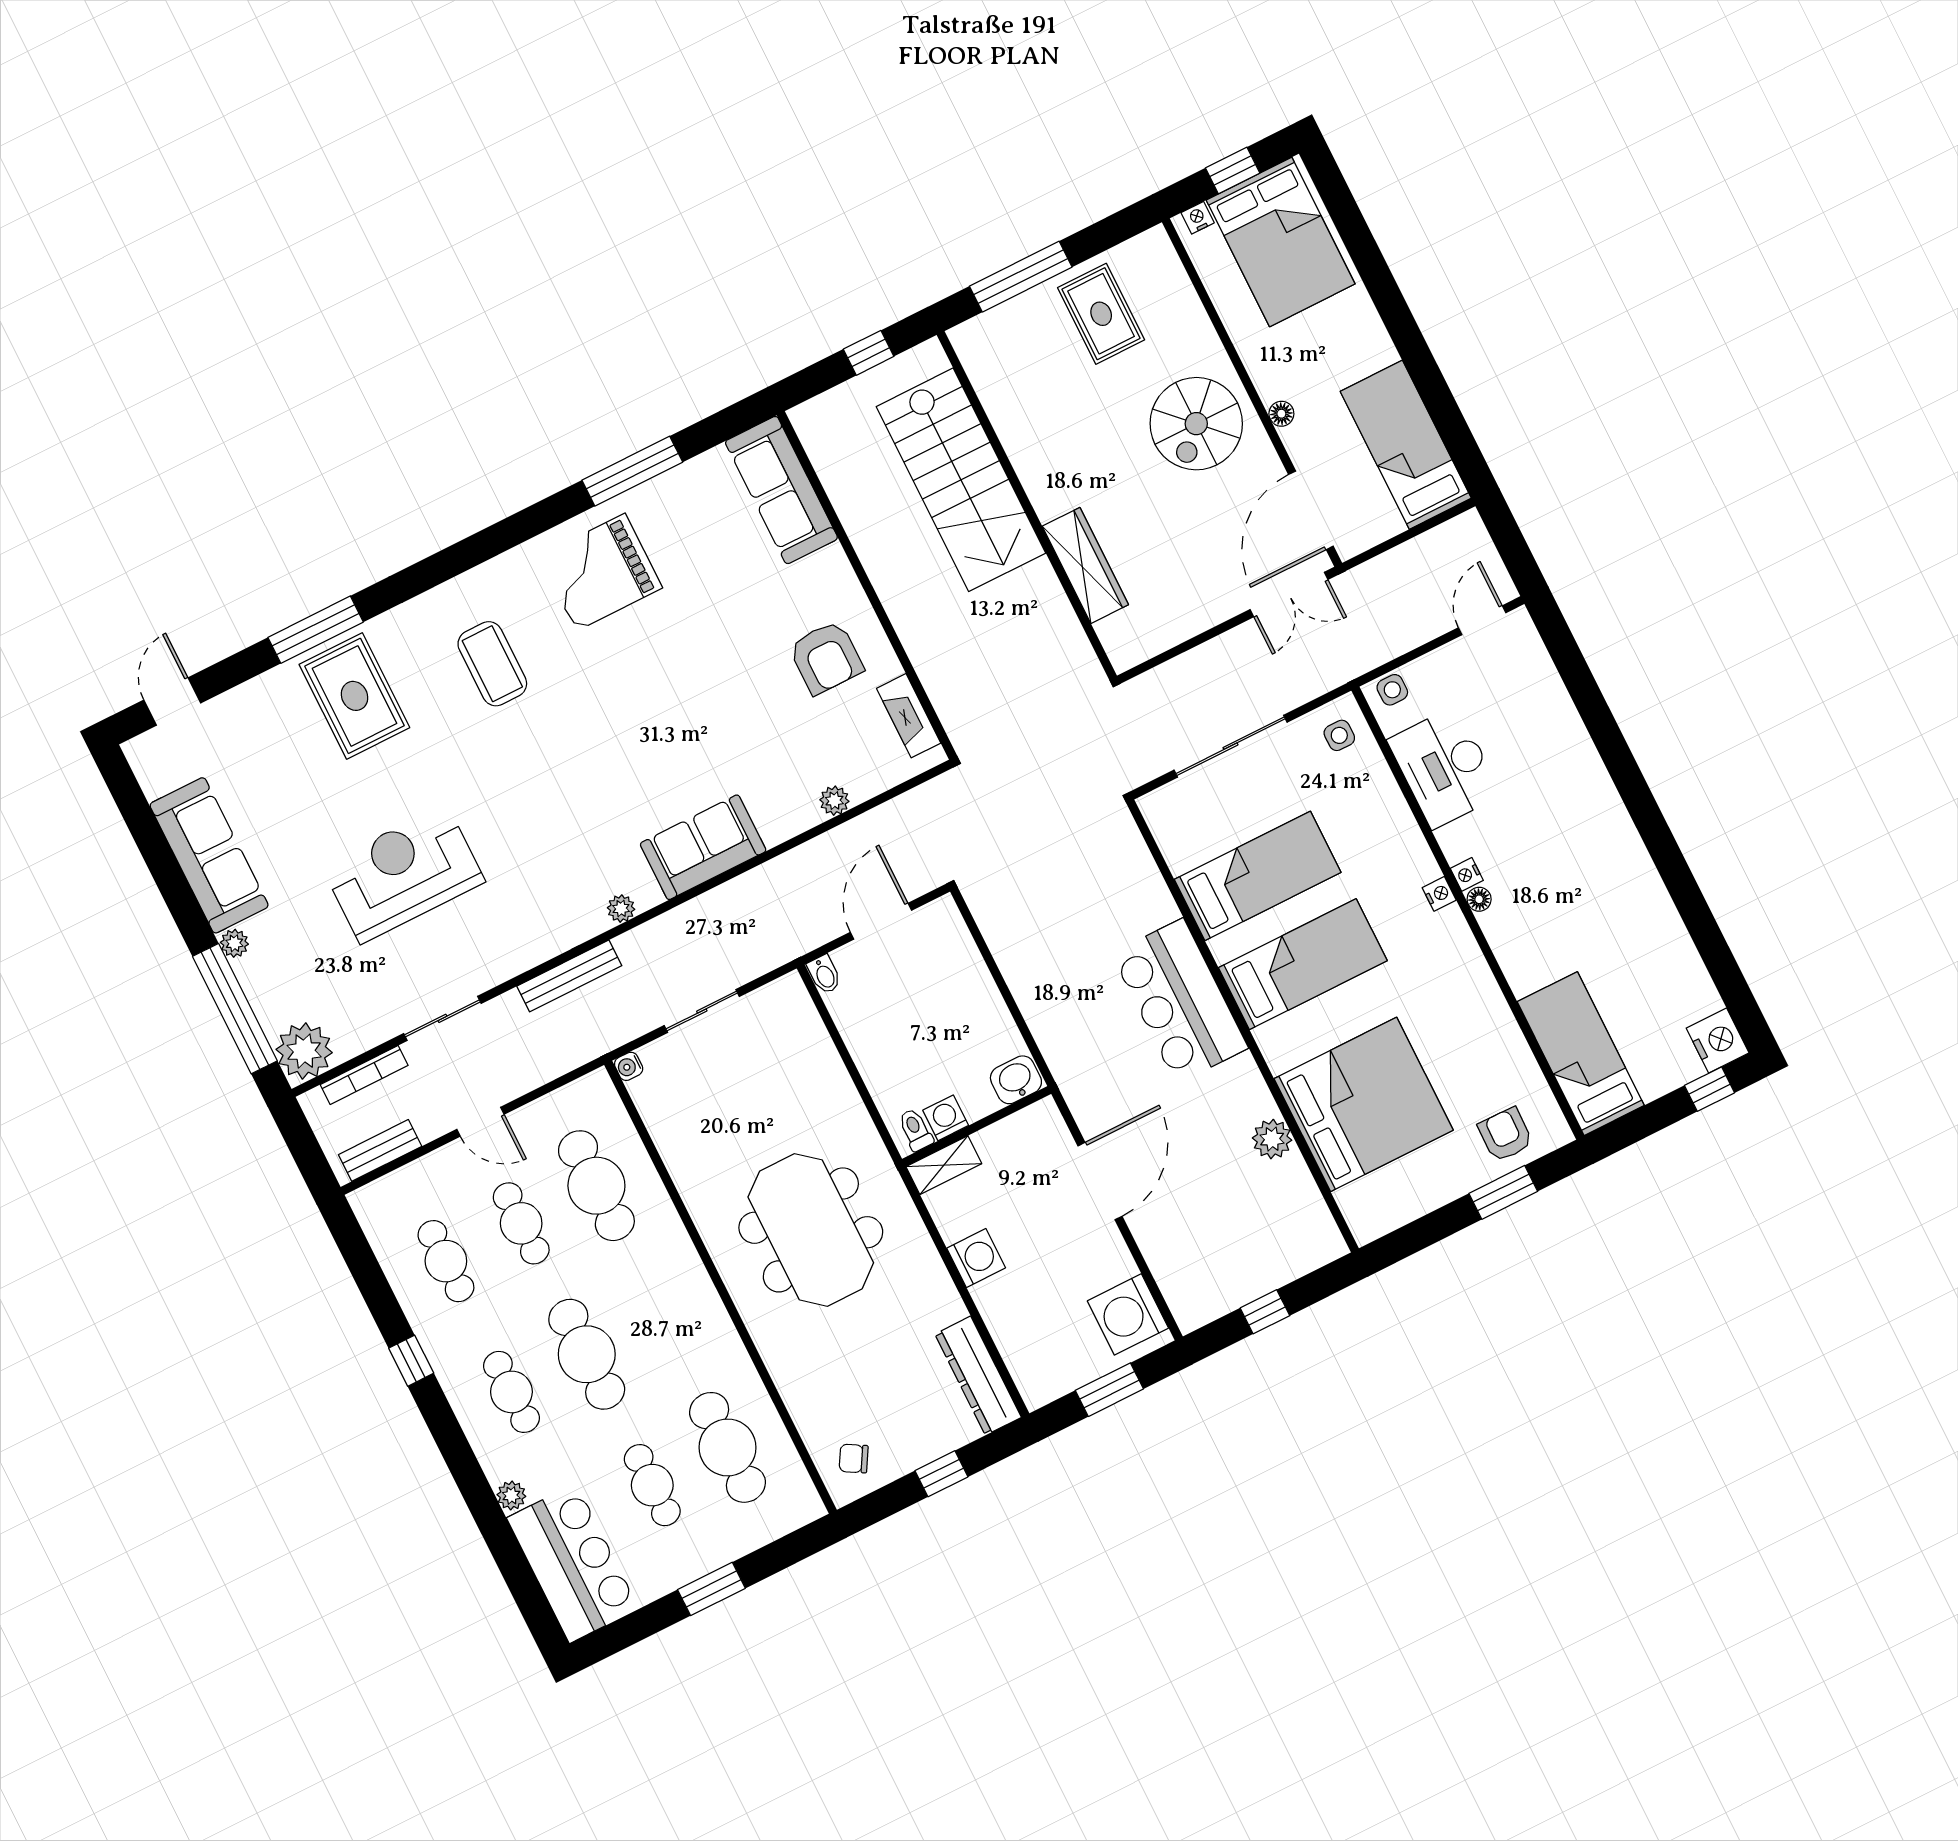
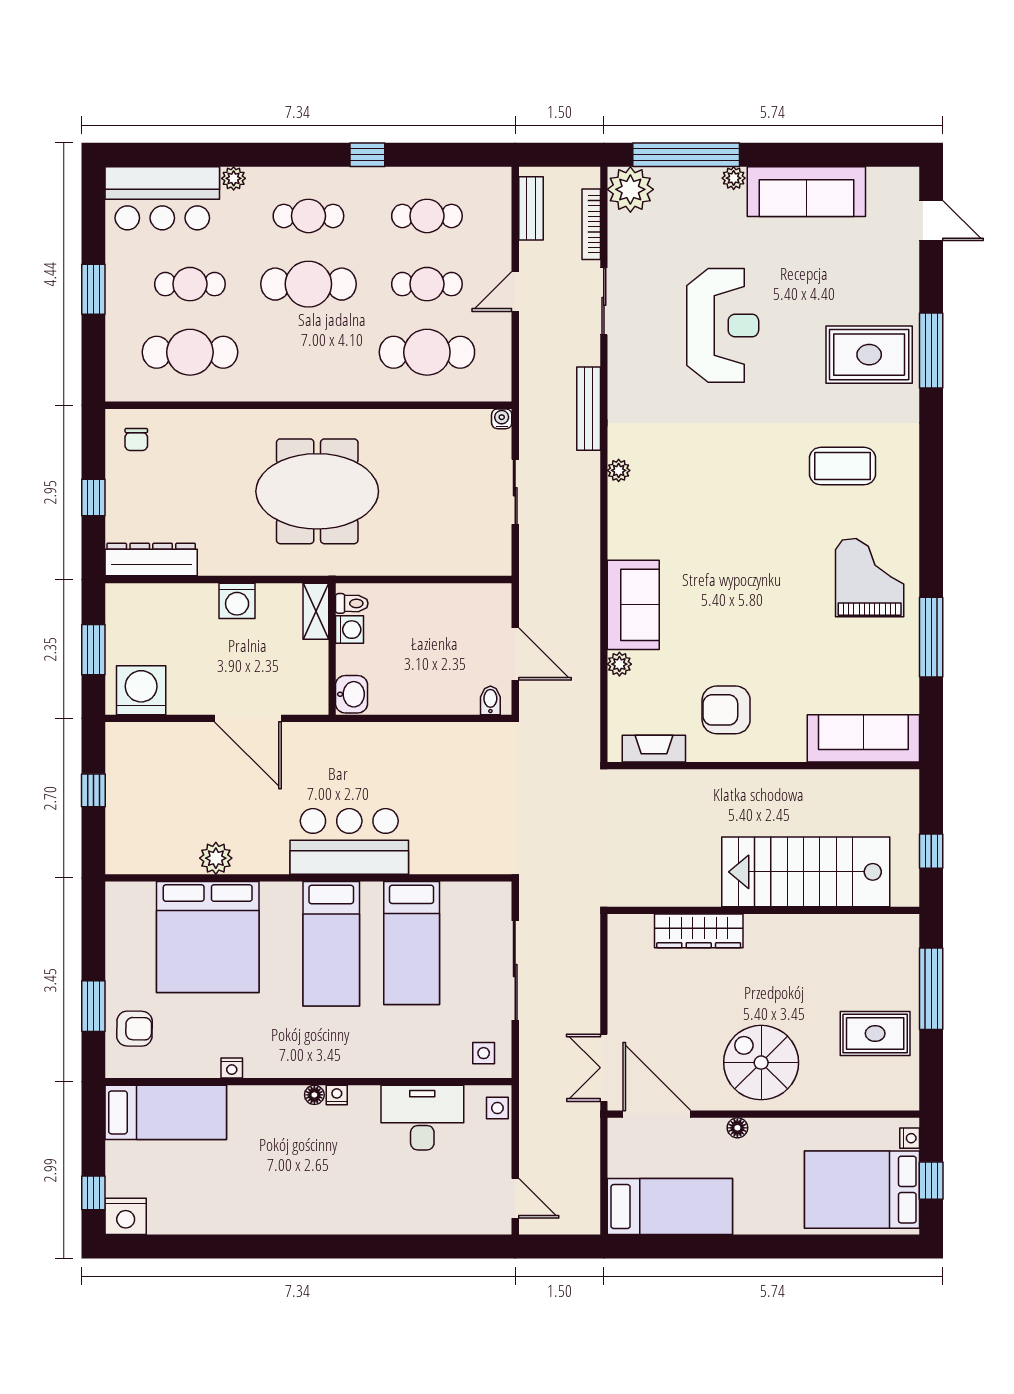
sofa: (703, 847) -> (633, 605), moved
nightstand: (1439, 894) -> (232, 1068), moved
bidet: (824, 974) -> (490, 700), moved, turned 90
chair: (854, 1459) -> (136, 439), turned 150

